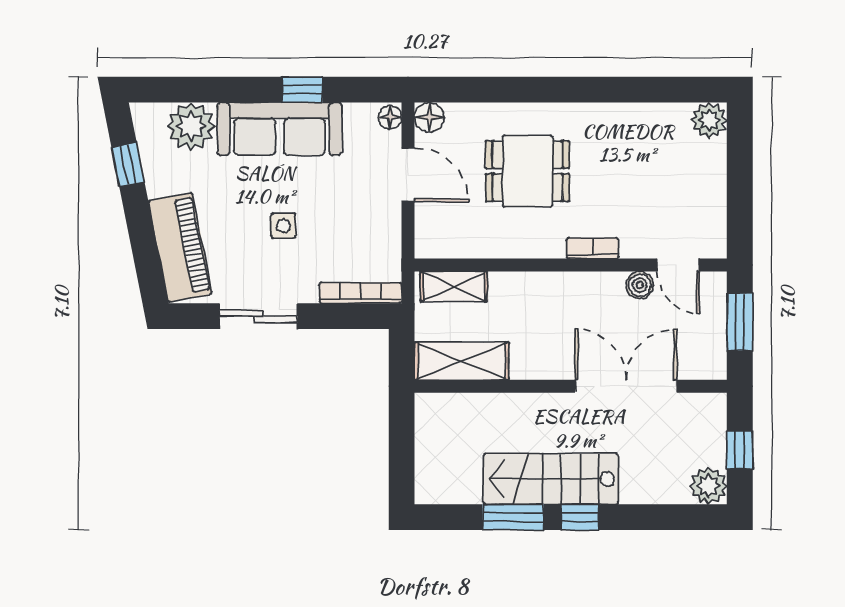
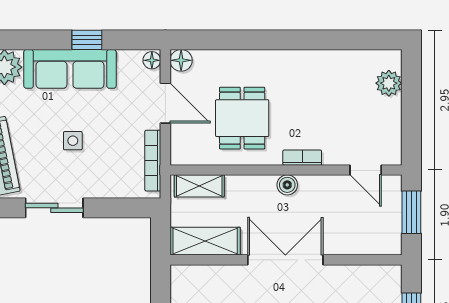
plant: (709, 120) -> (389, 83), moved
dining table: (528, 171) -> (242, 118), moved, turned 90
boiler: (640, 285) -> (287, 185), moved
bookcase: (361, 293) -> (153, 161), moved, turned -90
double door: (626, 386) -> (285, 260), moved

